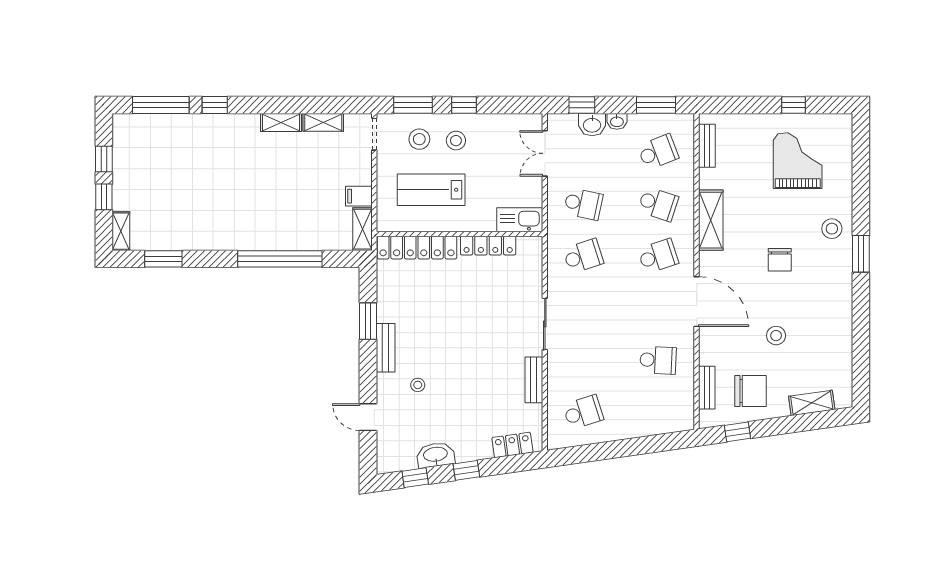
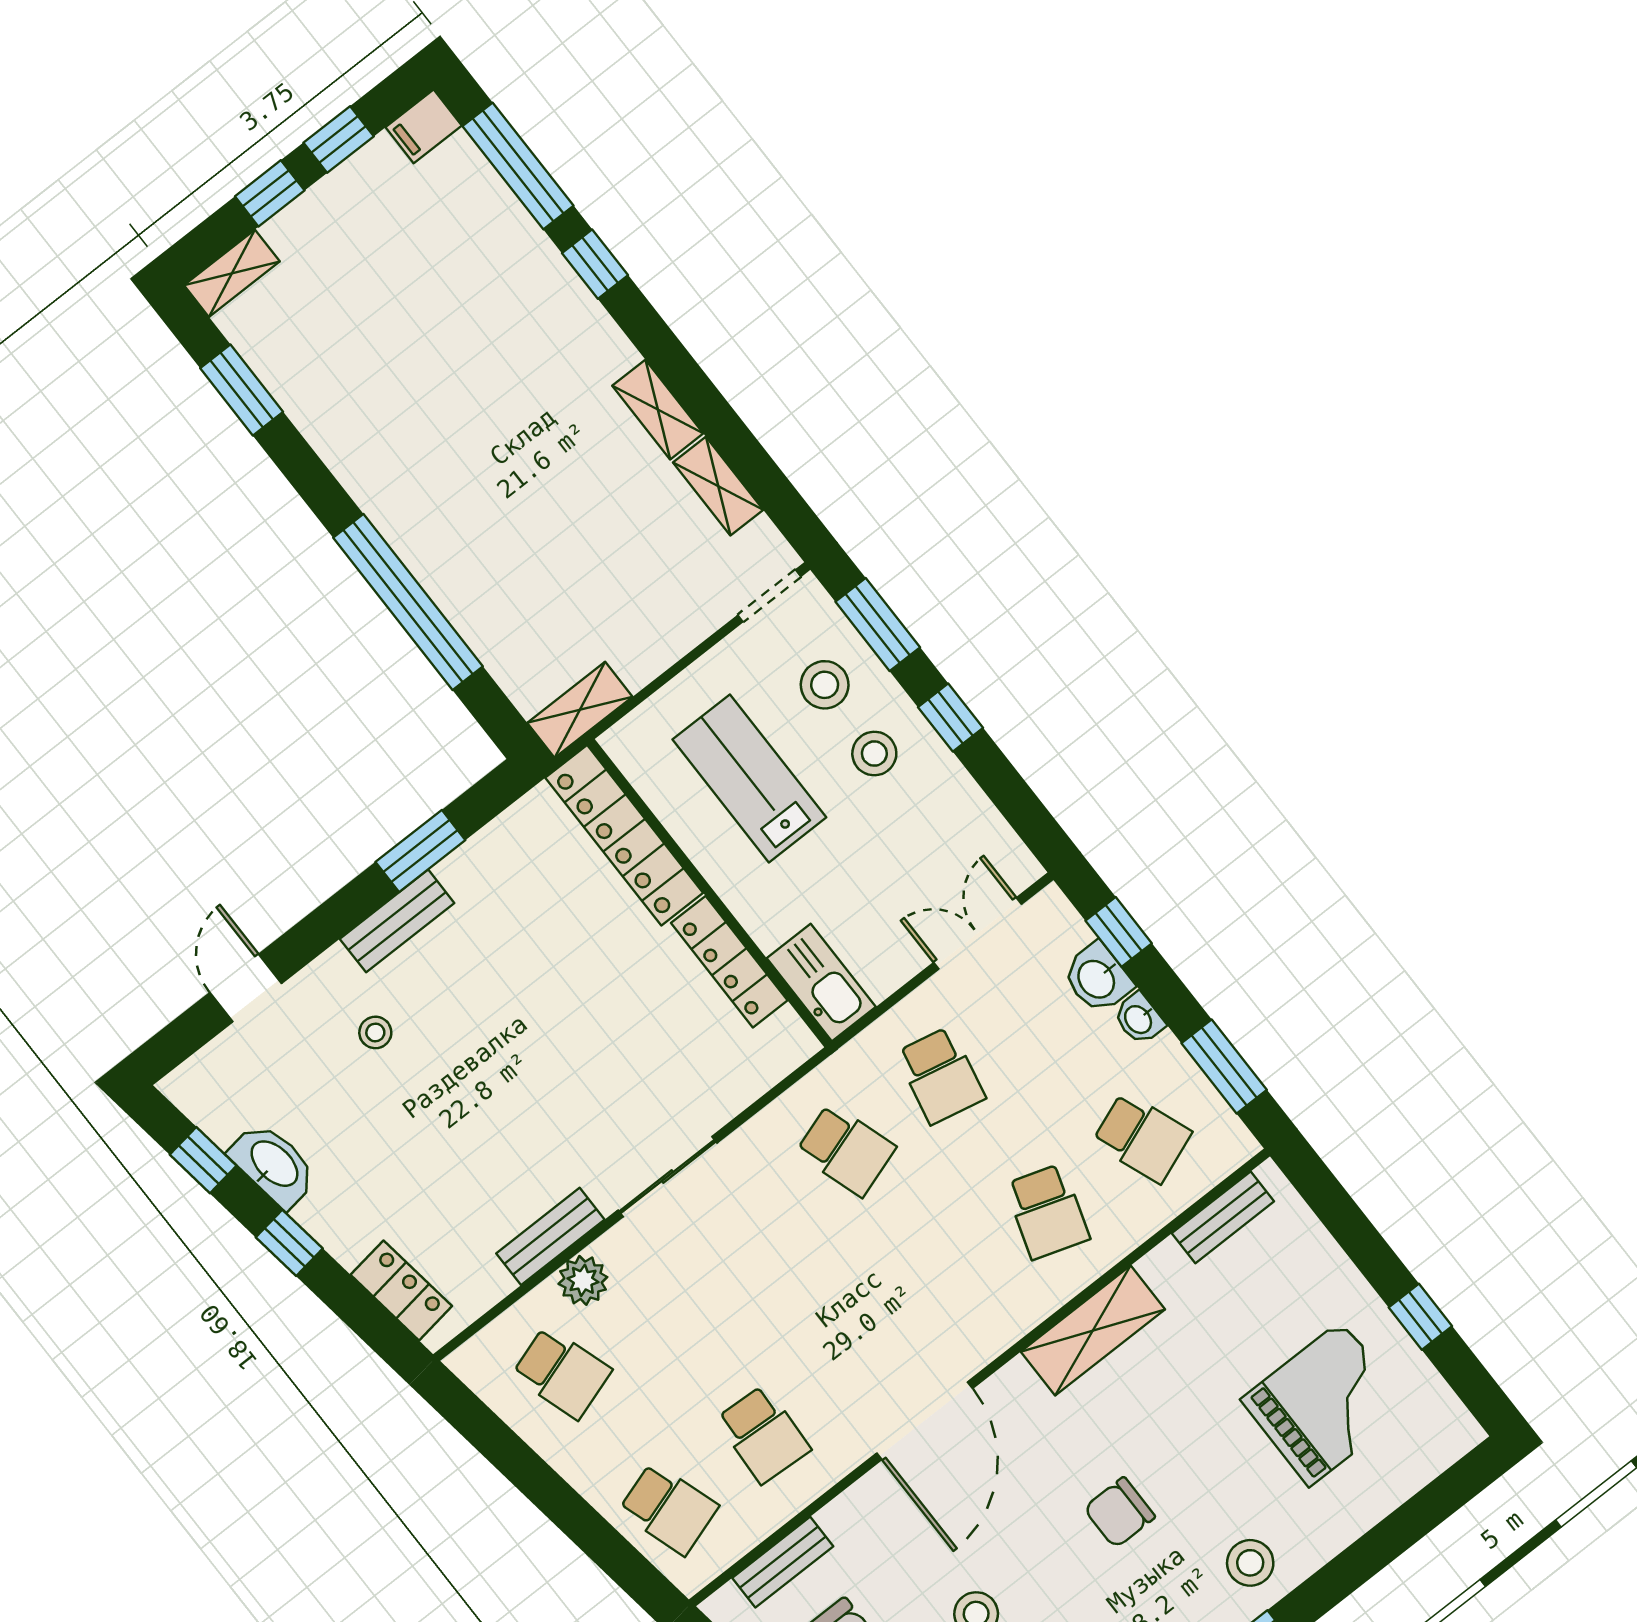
filing cabinet: (359, 196) -> (424, 126), moved, turned -90
school desk: (658, 256) -> (668, 1509), moved
plant: (558, 380) -> (583, 1280), added

